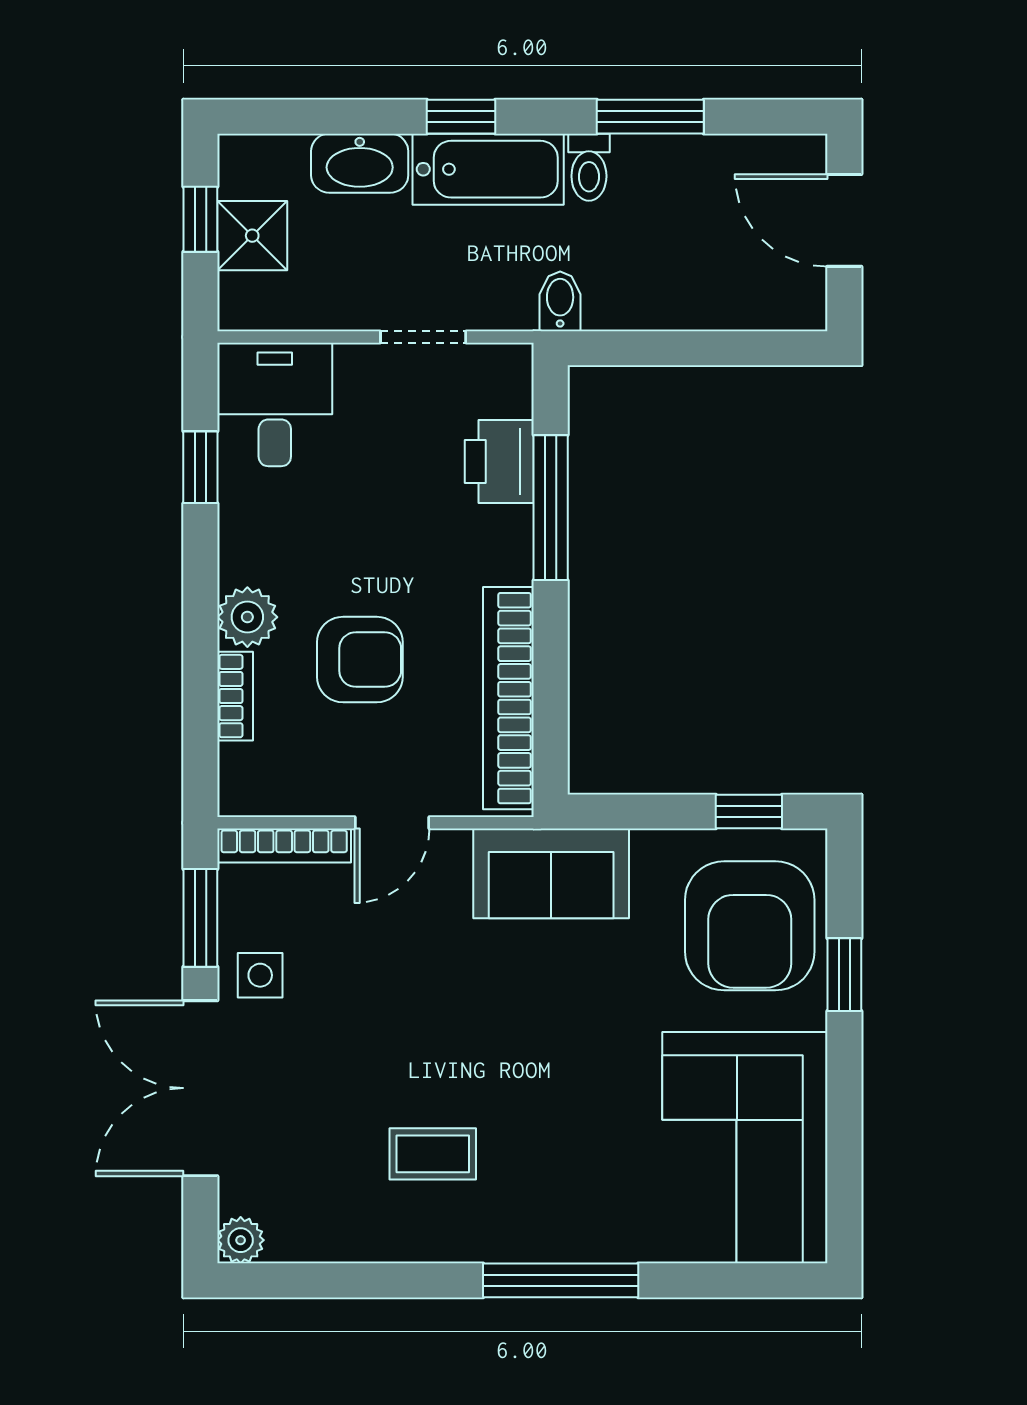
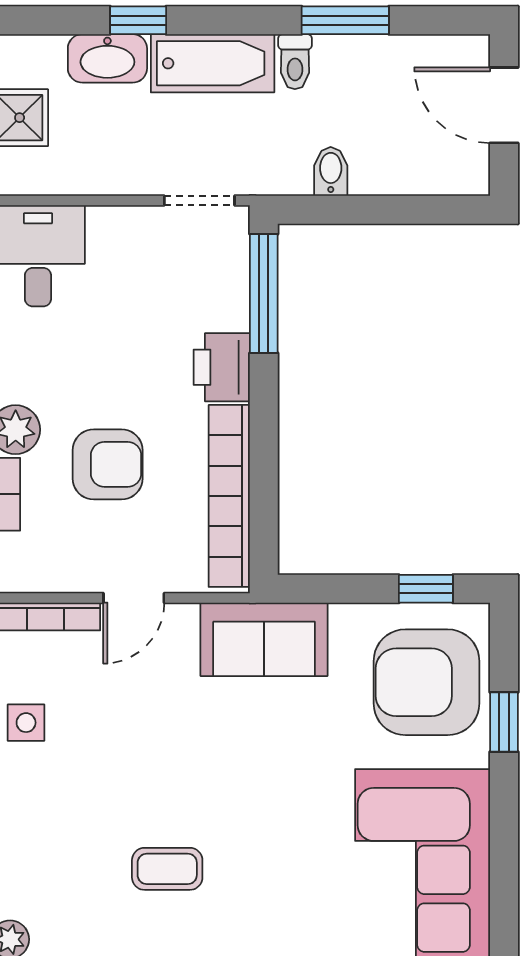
window: (461, 117) -> (138, 20), moved
bidet: (560, 301) -> (331, 171), moved
doorway: (423, 337) -> (199, 200), moved
printer: (499, 462) -> (222, 367), moved
window: (551, 508) -> (264, 294), moved
armchair: (750, 926) -> (426, 682), turned 90

